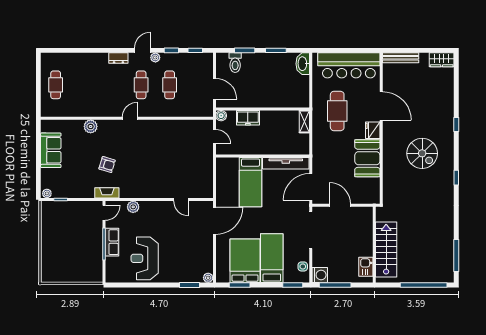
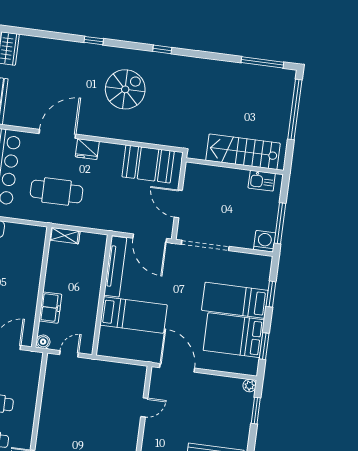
booth: (367, 158) -> (148, 164), moved
door: (340, 205) -> (178, 204), hinge flipped
side table: (303, 266) -> (251, 262), removed
window: (293, 285) -> (271, 294), moved

